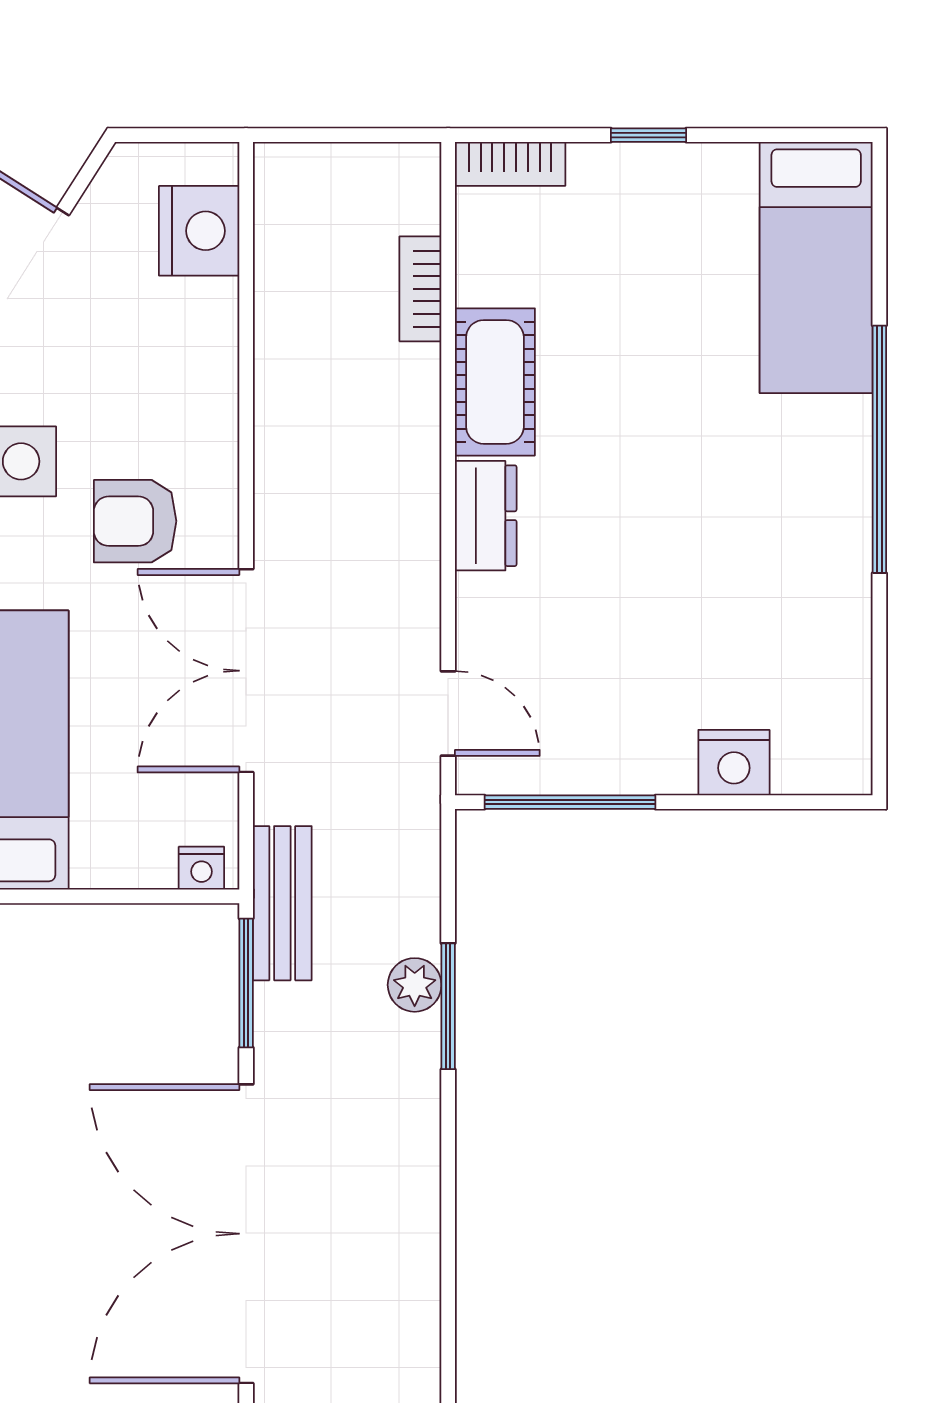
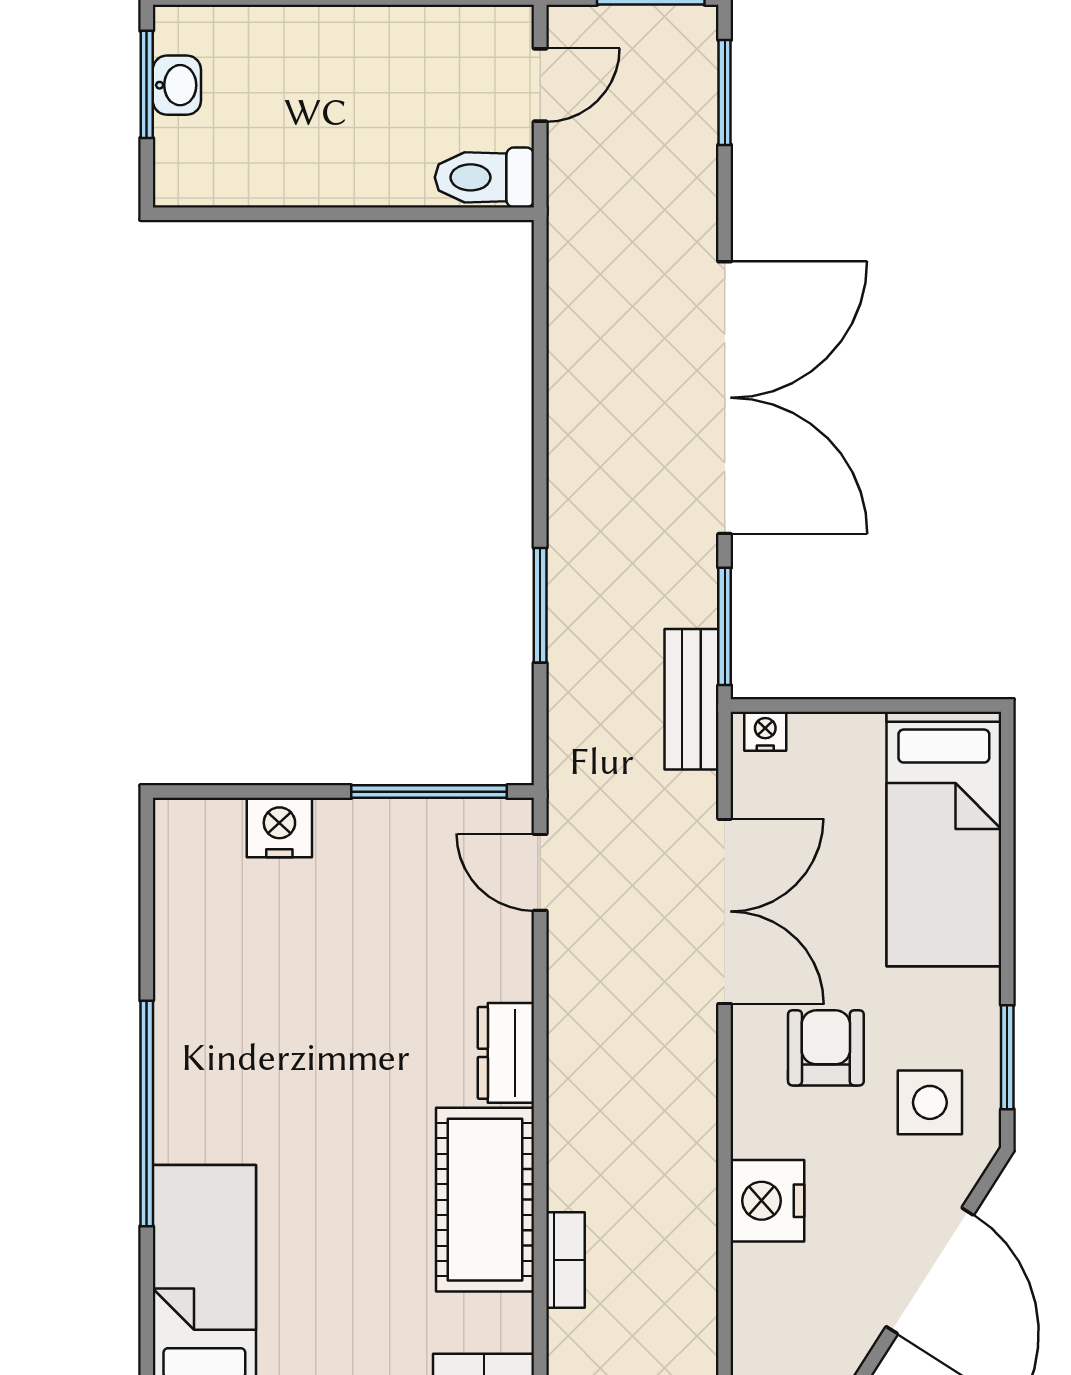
nightstand: (199, 231) -> (767, 1201), moved
cot: (495, 382) -> (485, 1200), width x1.37, depth x1.34
armchair: (135, 521) -> (826, 1048), turned -90
plant: (415, 985) -> (571, 625), removed

